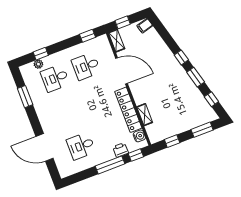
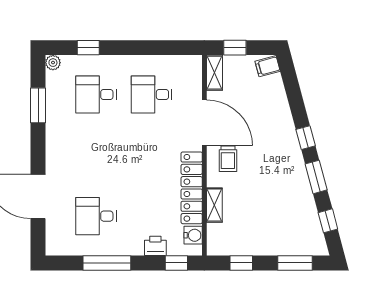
window: (88, 36) -> (172, 48), removed
plant: (38, 64) -> (53, 63), moved
trolley: (142, 86) -> (228, 159), added
window: (110, 165) -> (107, 263), moved

